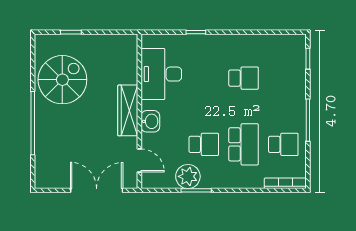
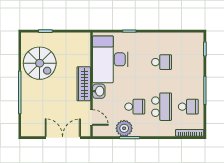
desk: (161, 74) -> (110, 59), width x1.36, depth x1.30
spiral stairs: (62, 80) -> (40, 63), turned 90

